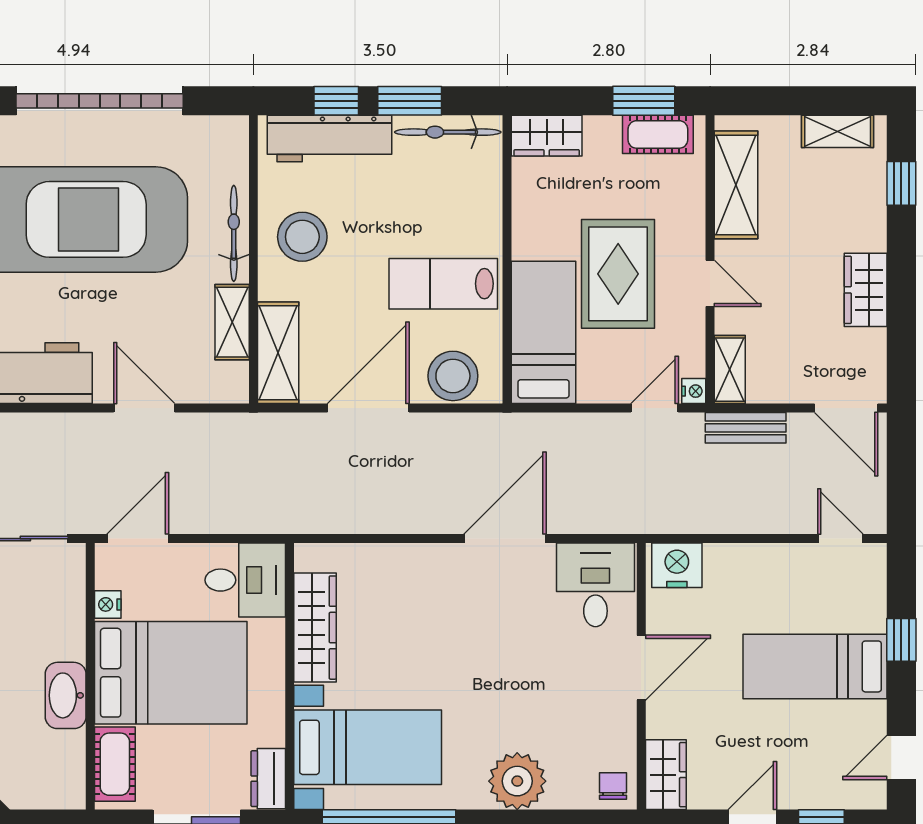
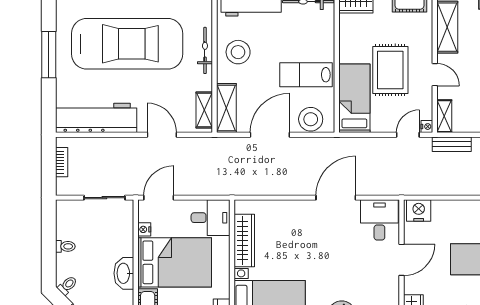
shelving: (232, 322) -> (204, 110), moved

